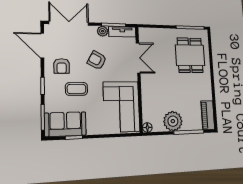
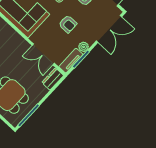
dresser: (149, 33) -> (53, 79), added
armchair: (97, 60) -> (68, 24), turned 61

